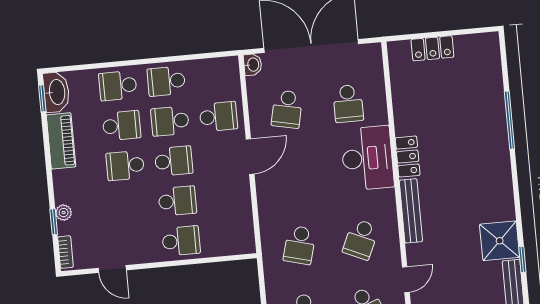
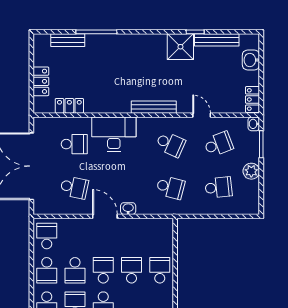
washbasin: (253, 65) -> (128, 209), moved
bench: (494, 81) -> (68, 40), added
school desk: (218, 117) -> (47, 236), moved
locker: (408, 157) -> (69, 106), moved

